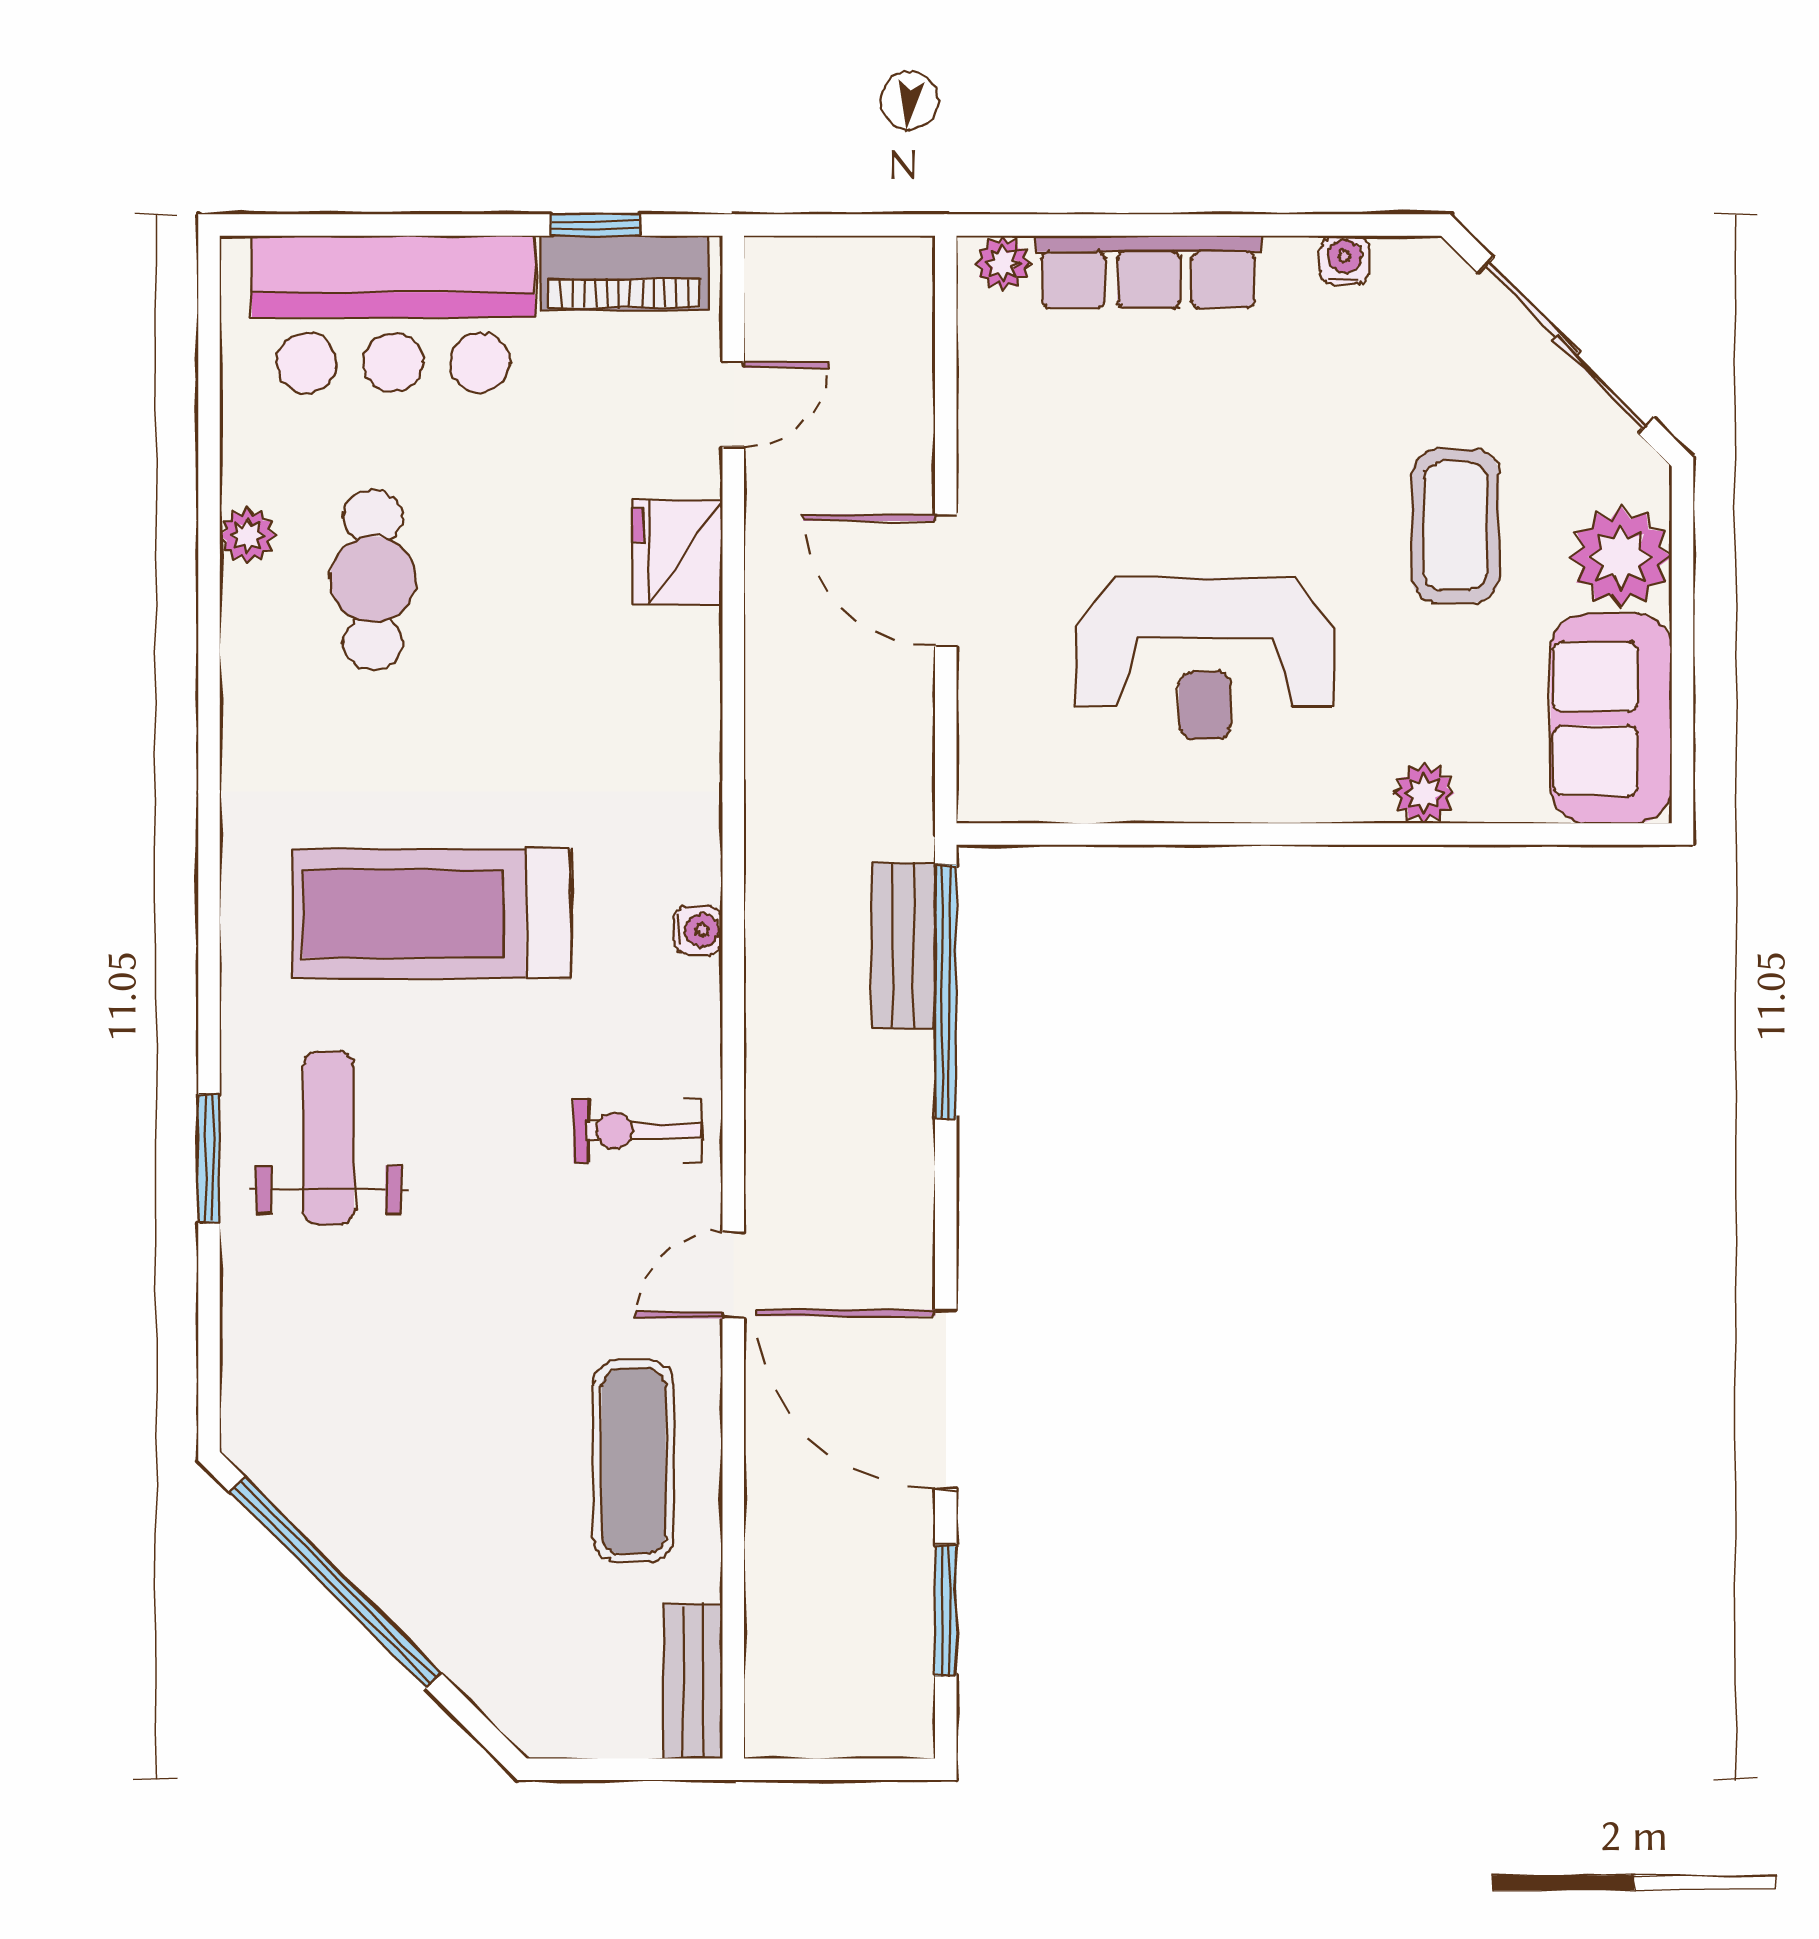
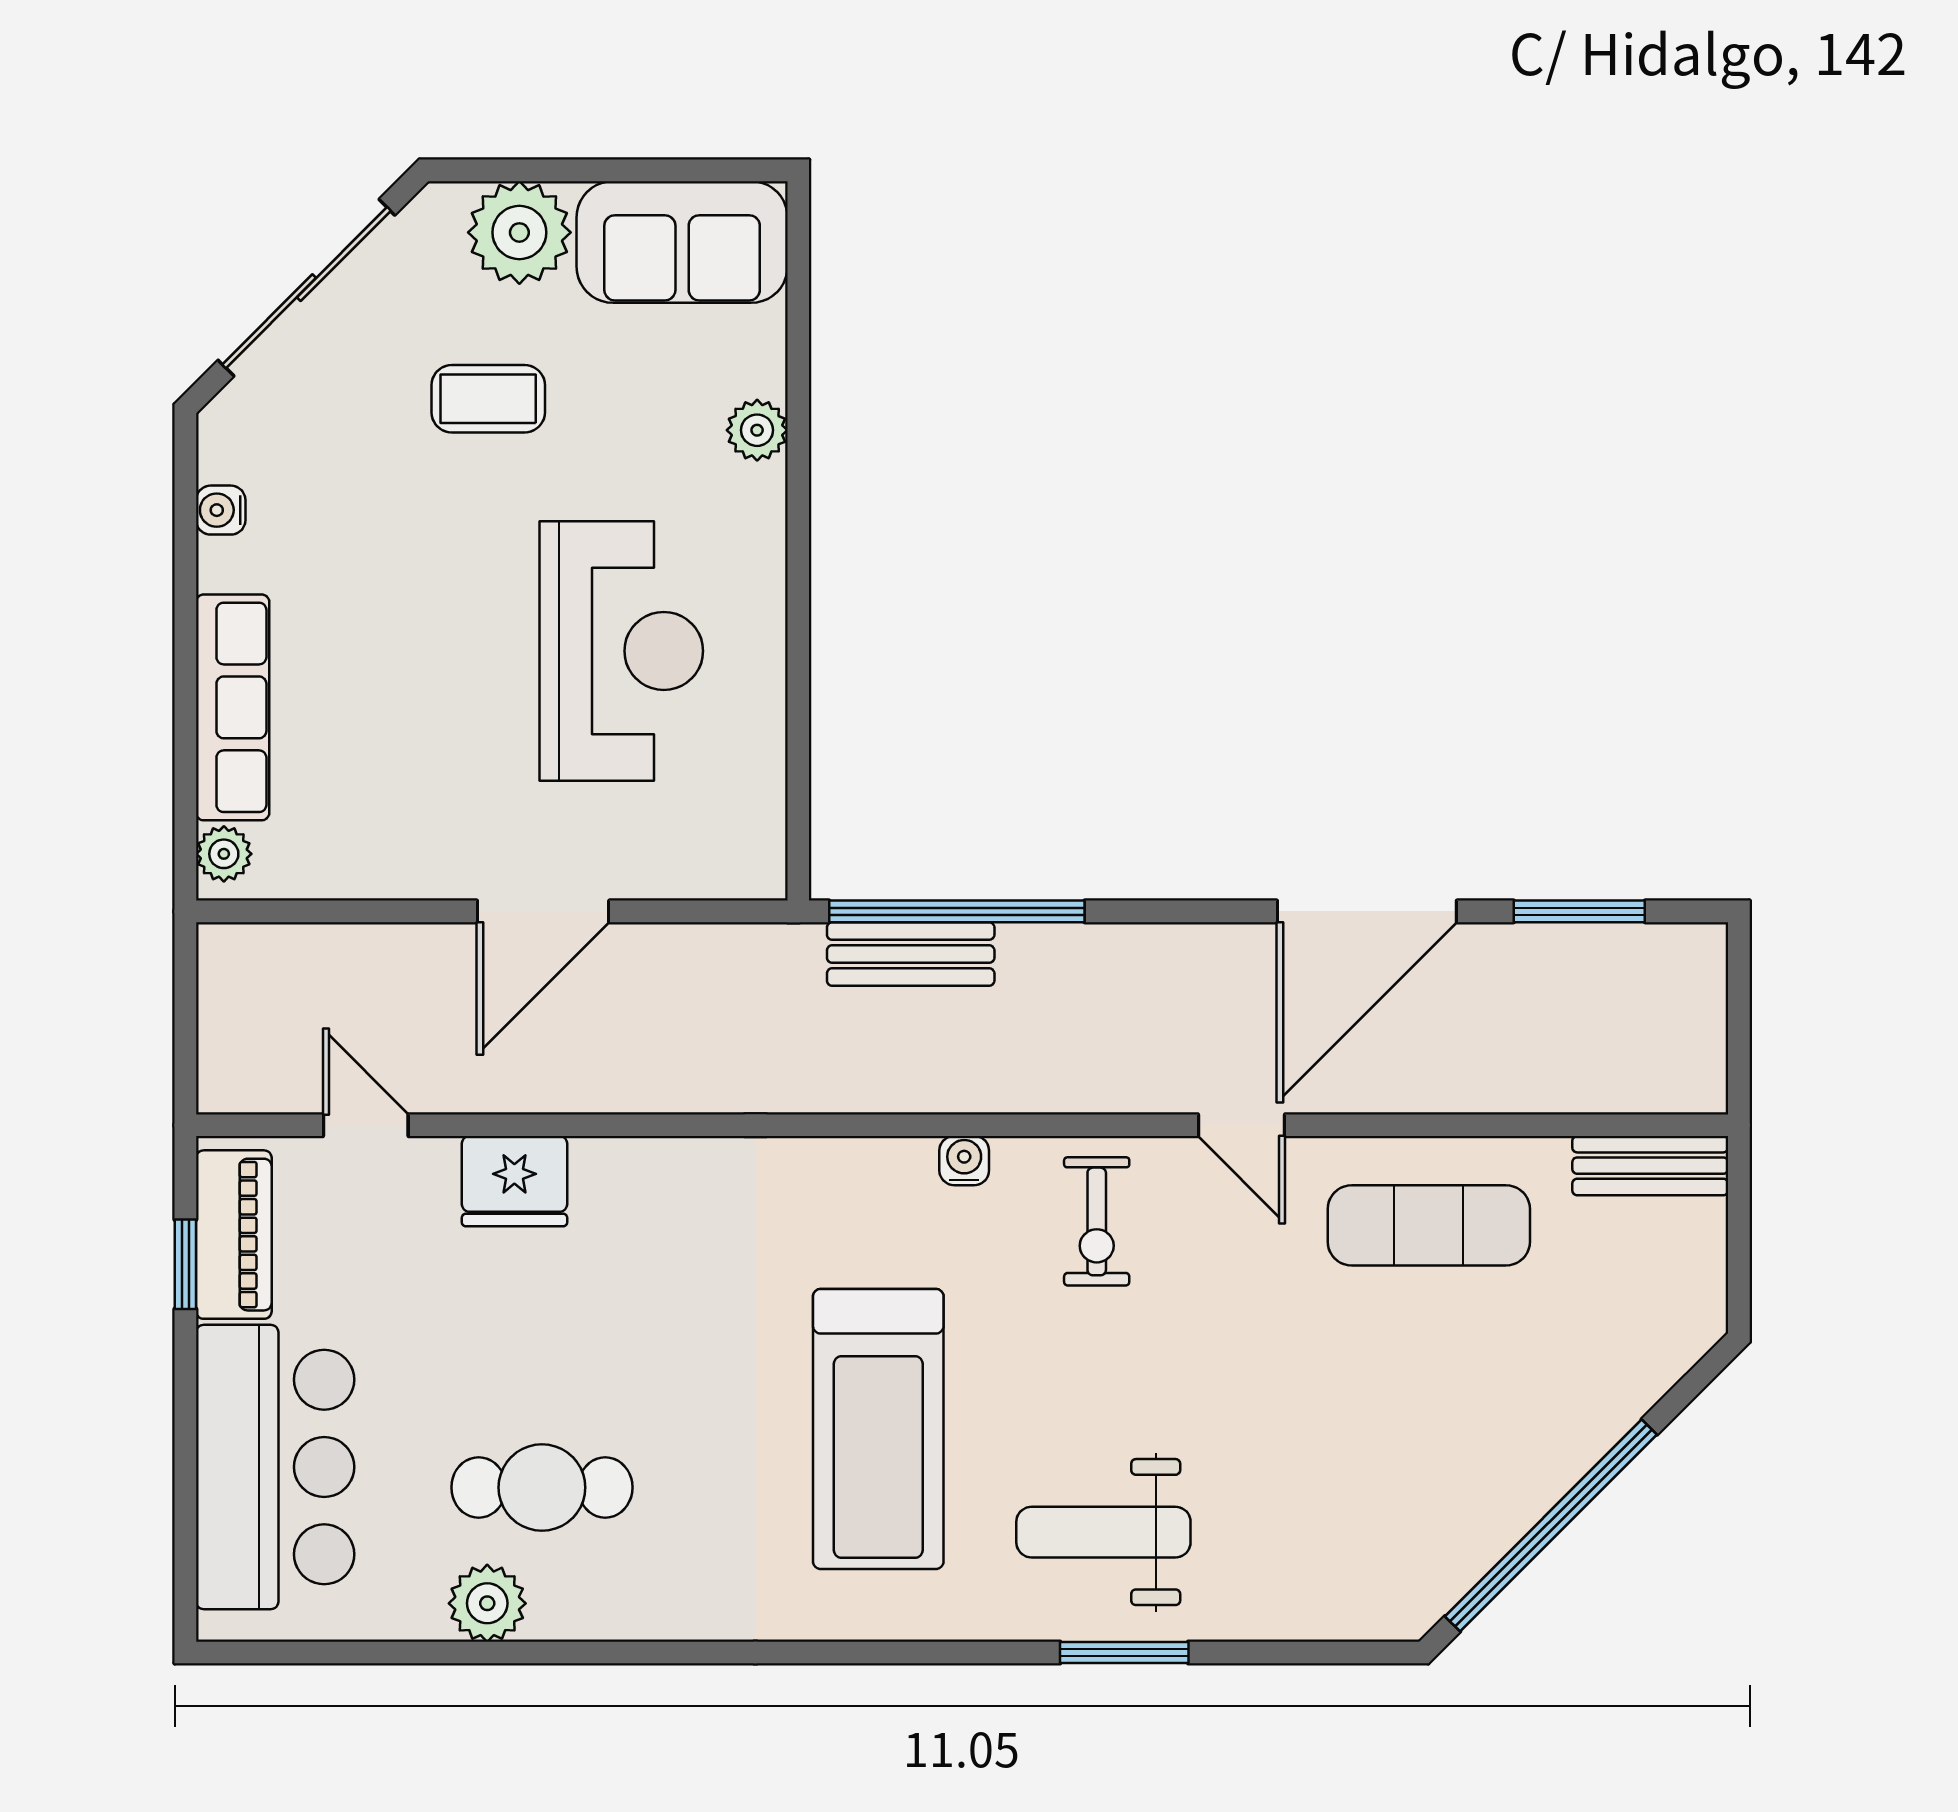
coffee table: (1455, 526) -> (488, 399), width x0.73, depth x0.77
plant: (247, 535) -> (487, 1603), width x1.38, depth x1.38
water cooler: (698, 930) -> (964, 1161), moved

